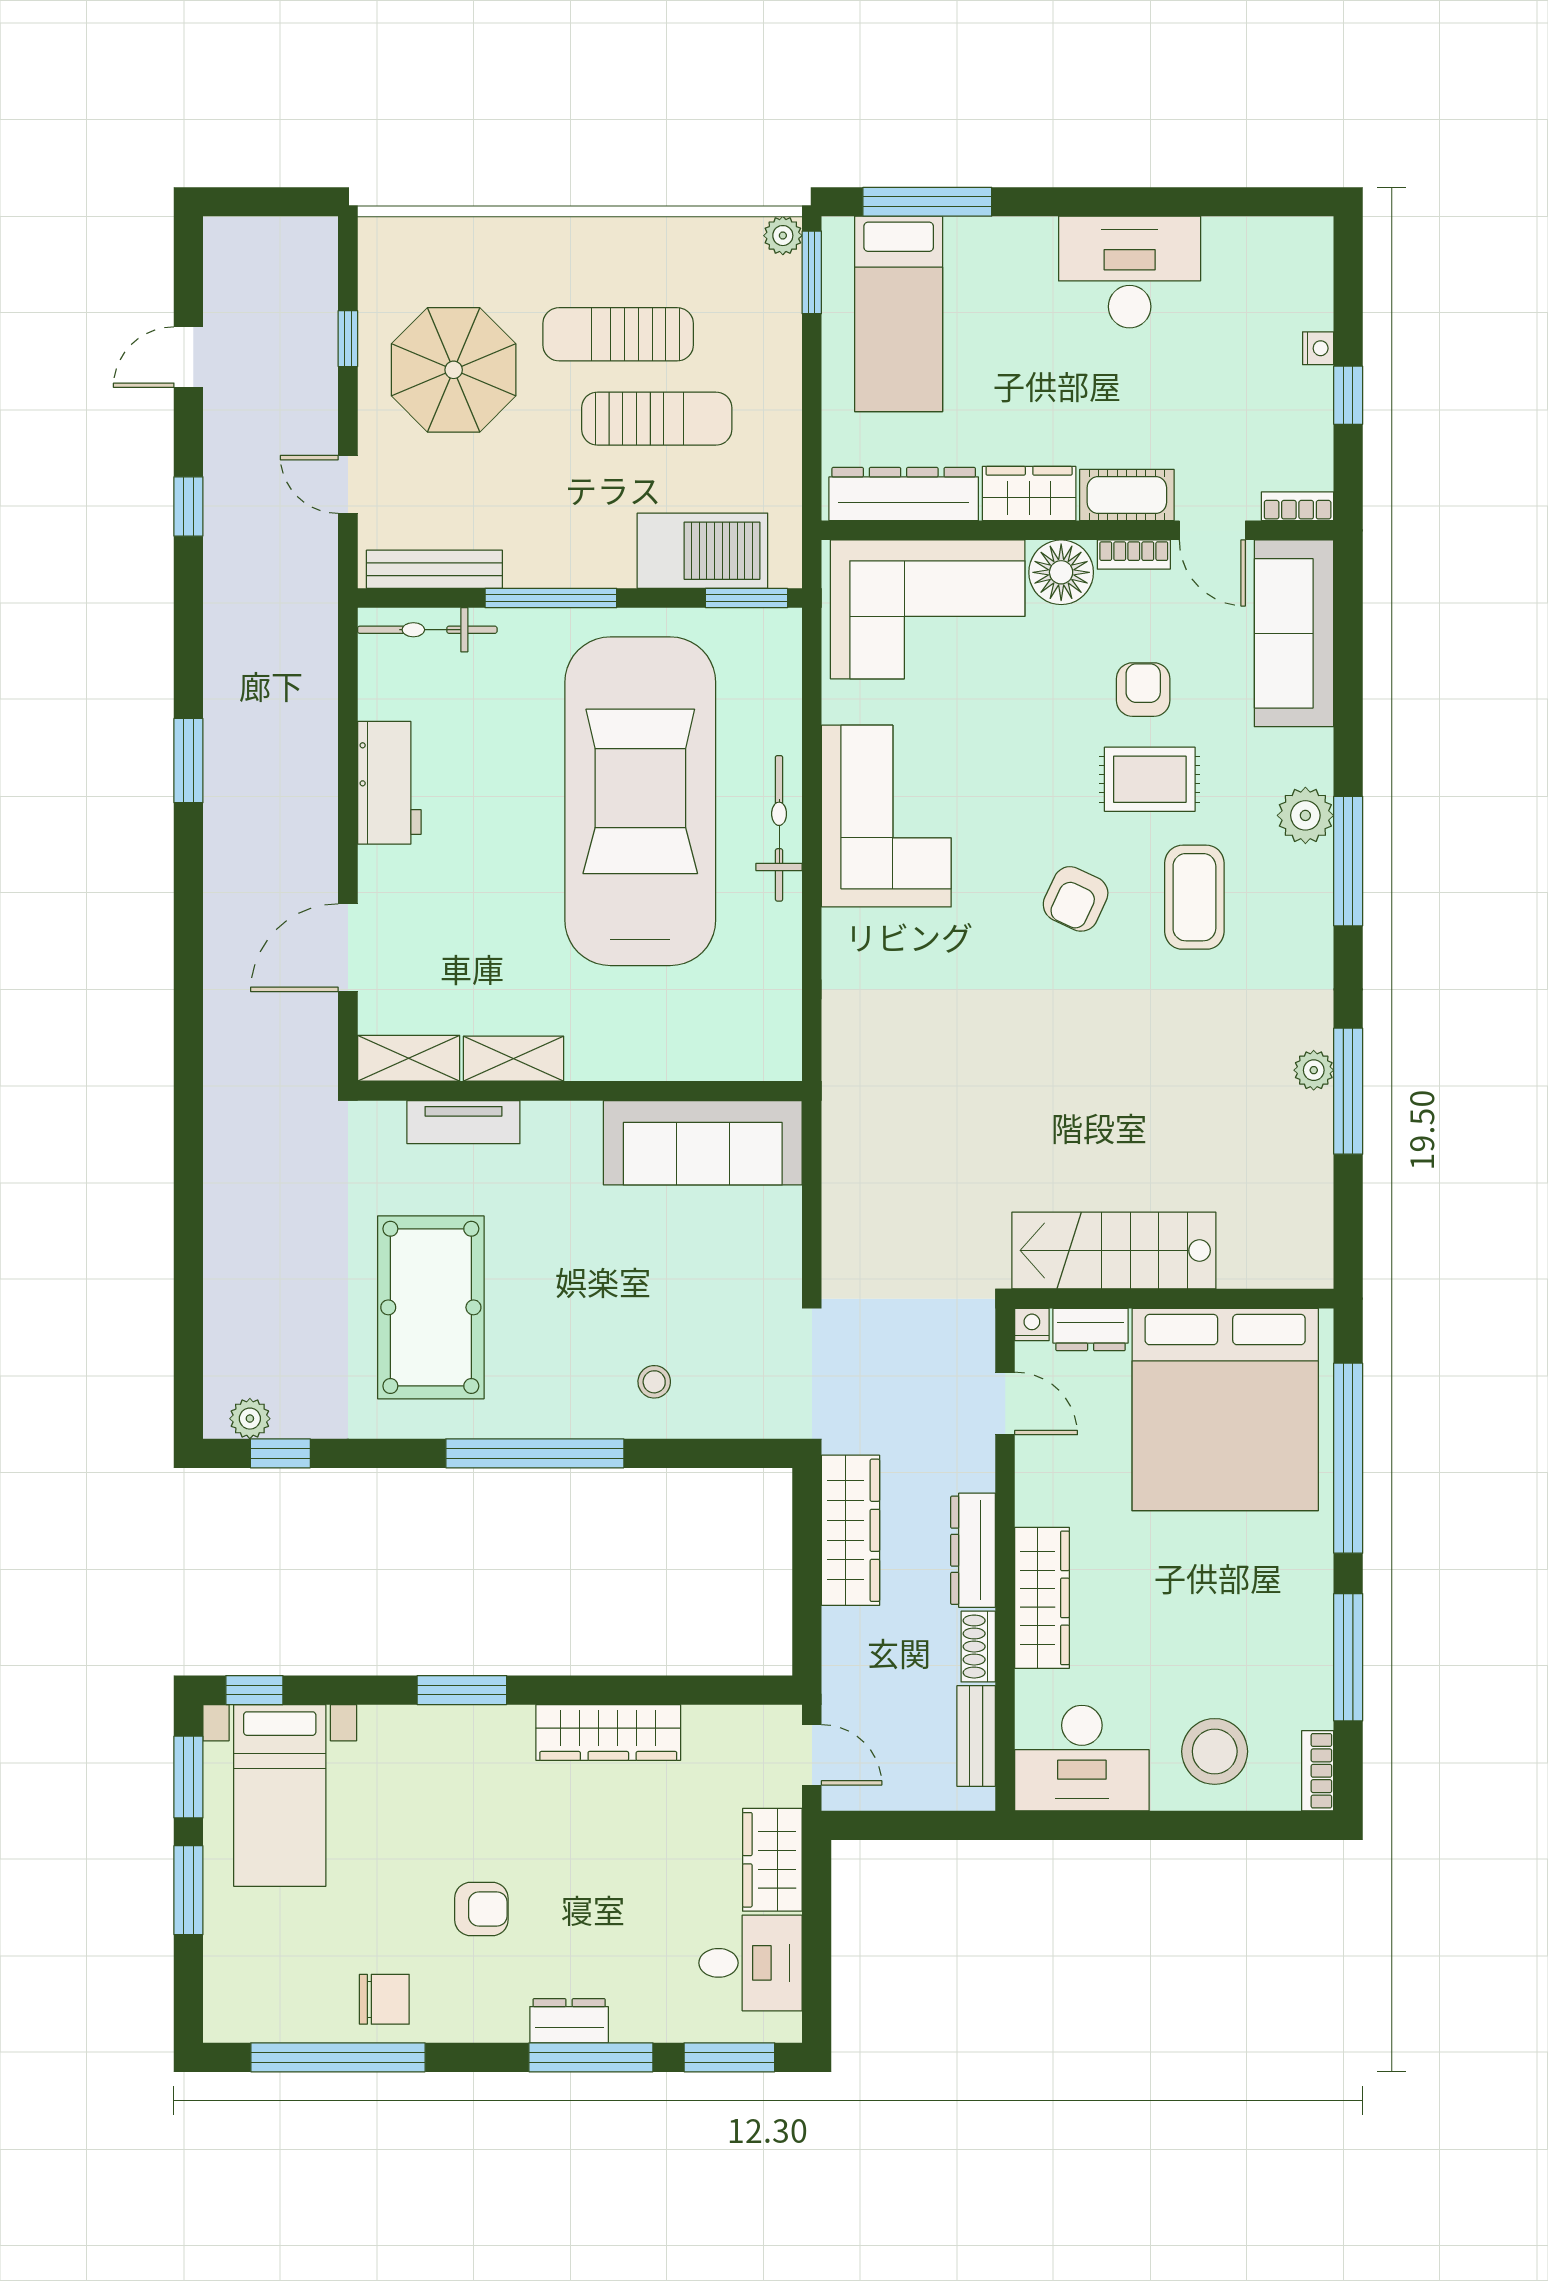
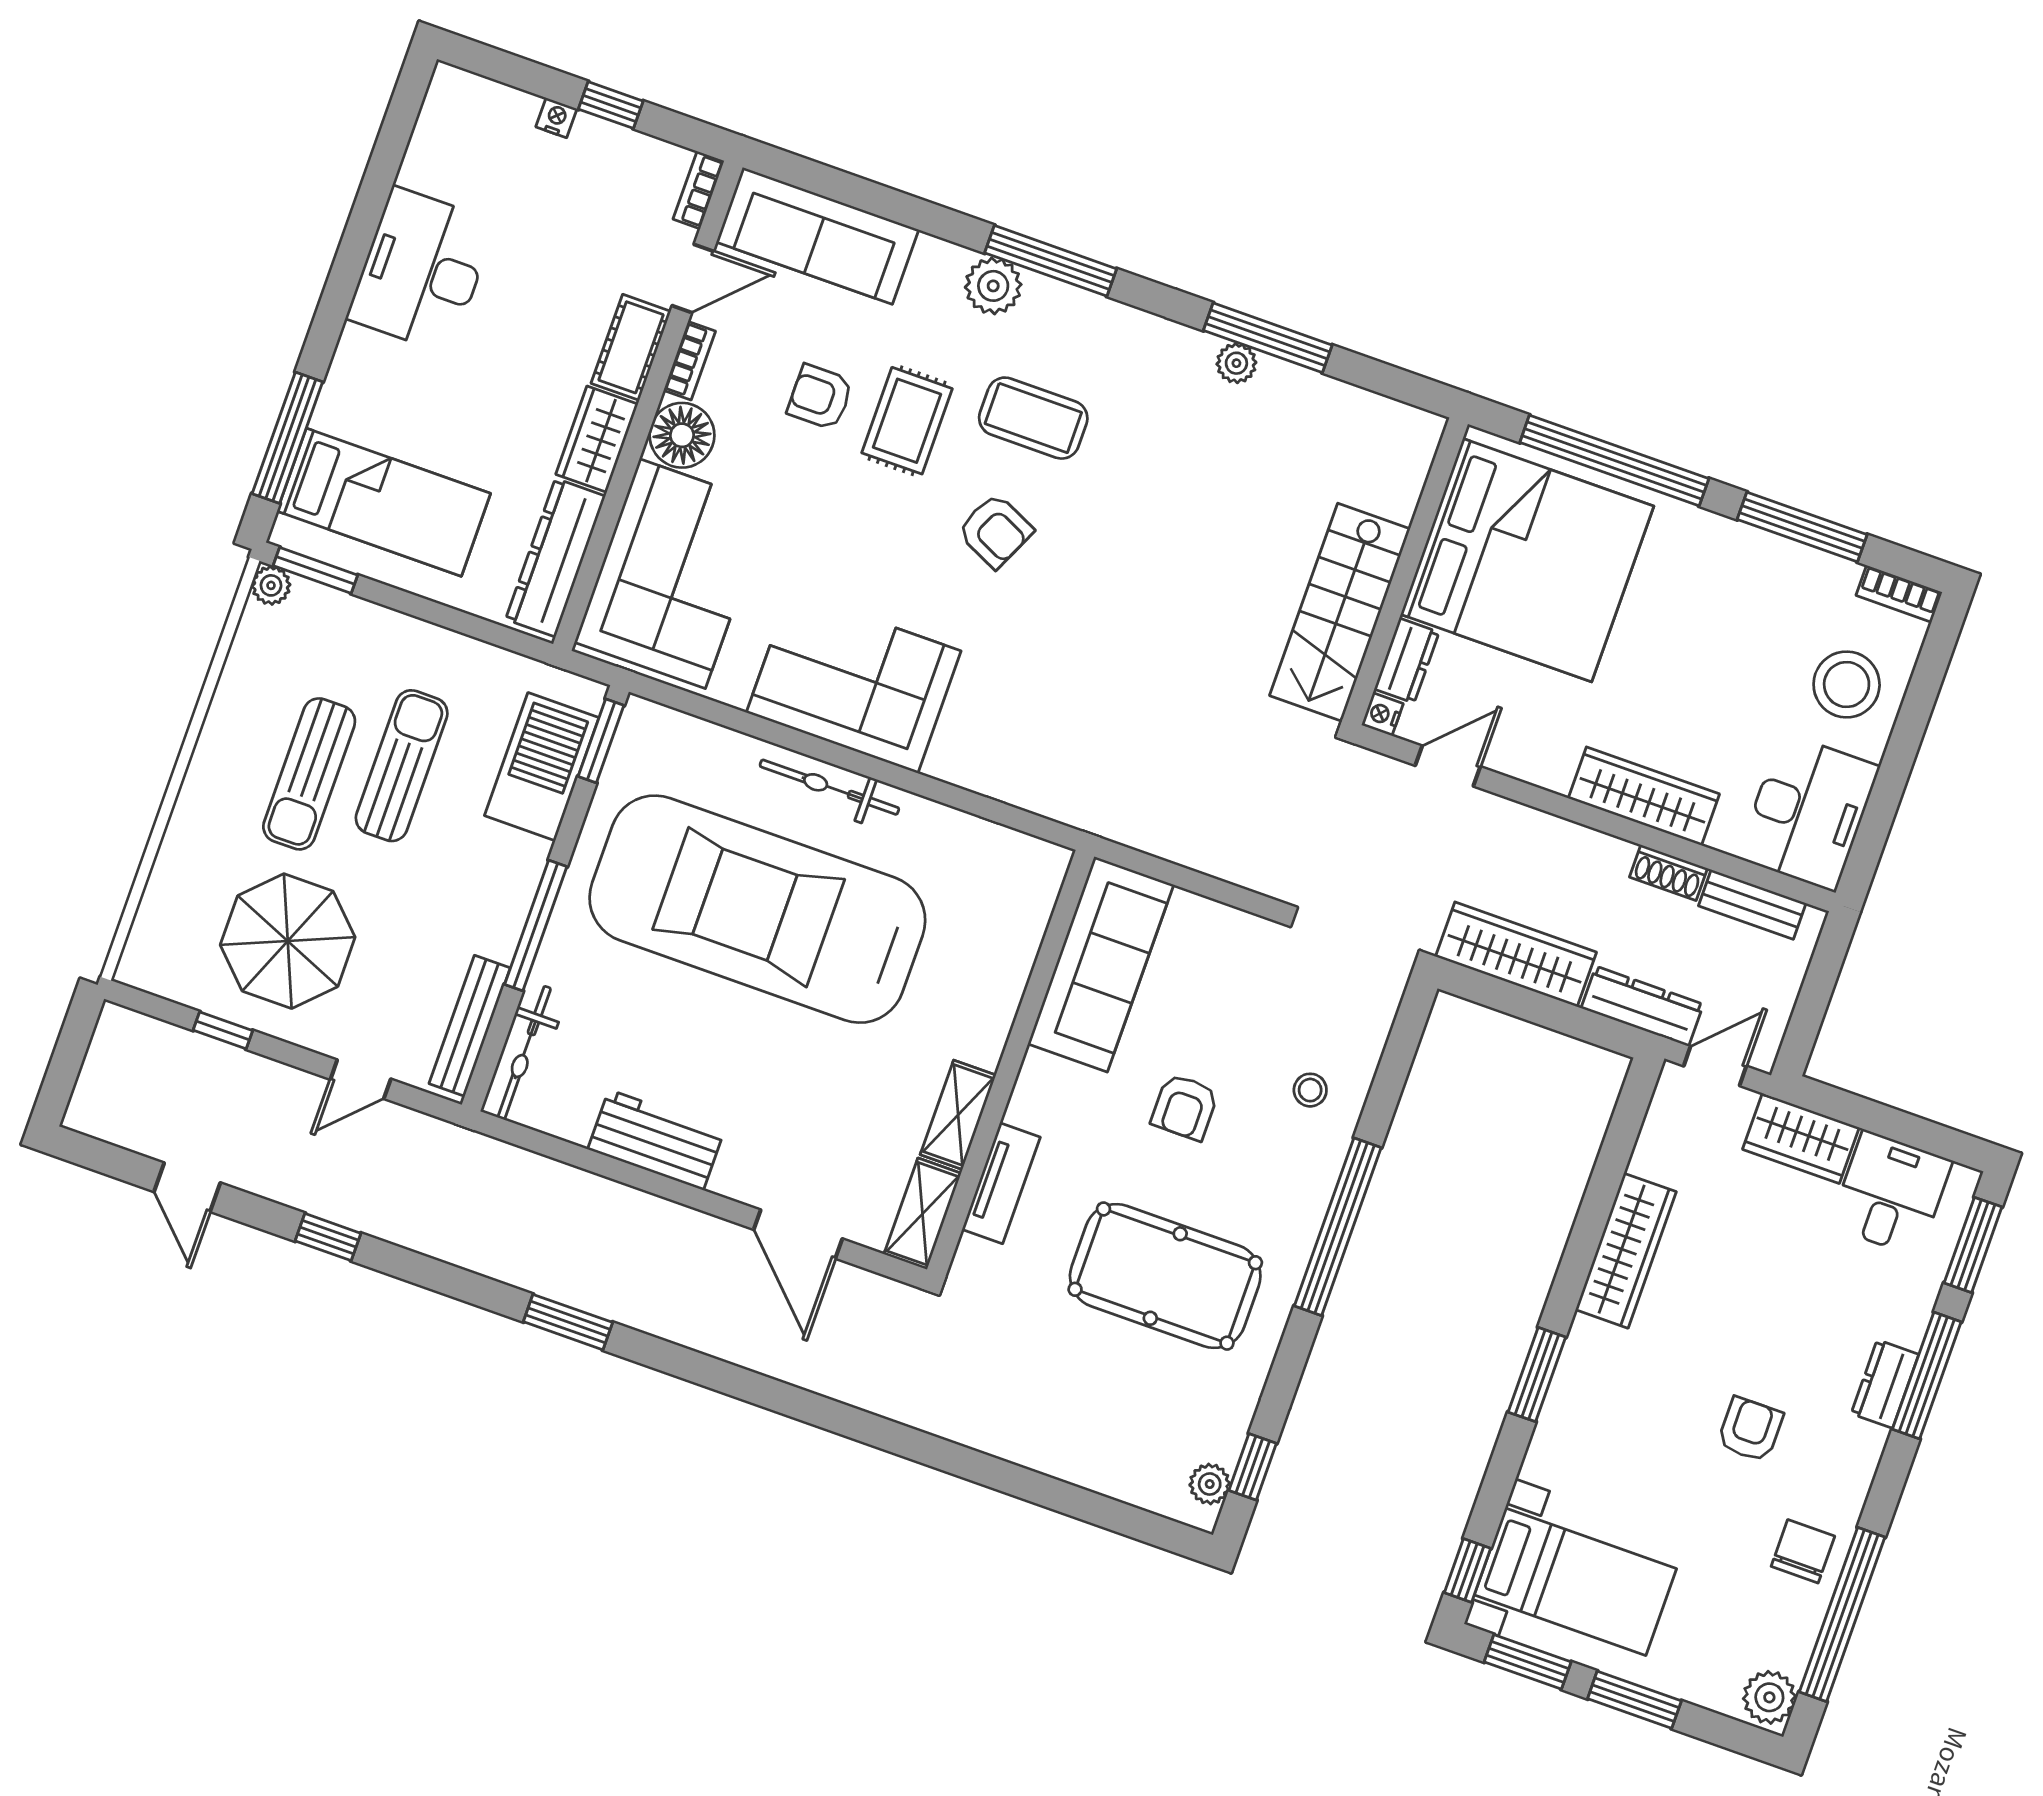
armchair: (596, 1269) -> (1185, 1107), added
dresser: (973, 1550) -> (1642, 1006), moved, turned 180
plant: (236, 2016) -> (1769, 1697), added

